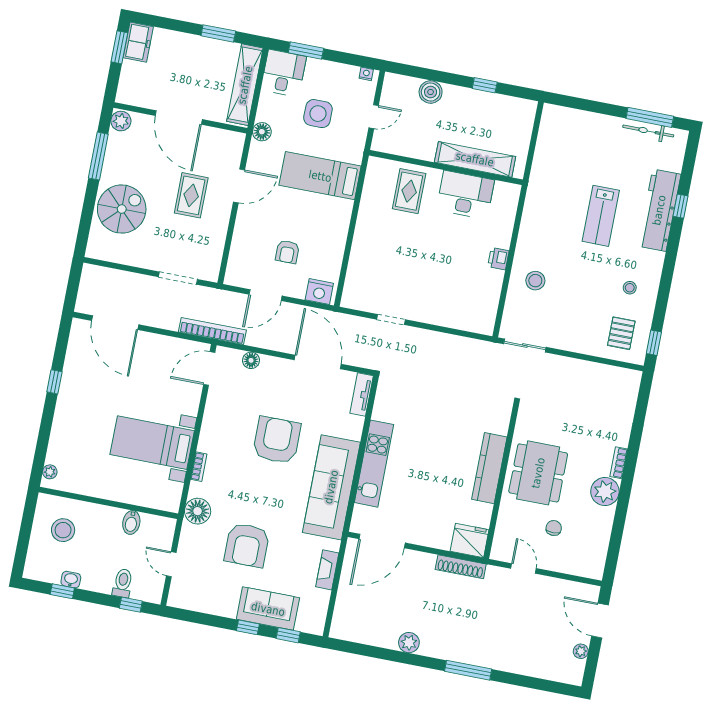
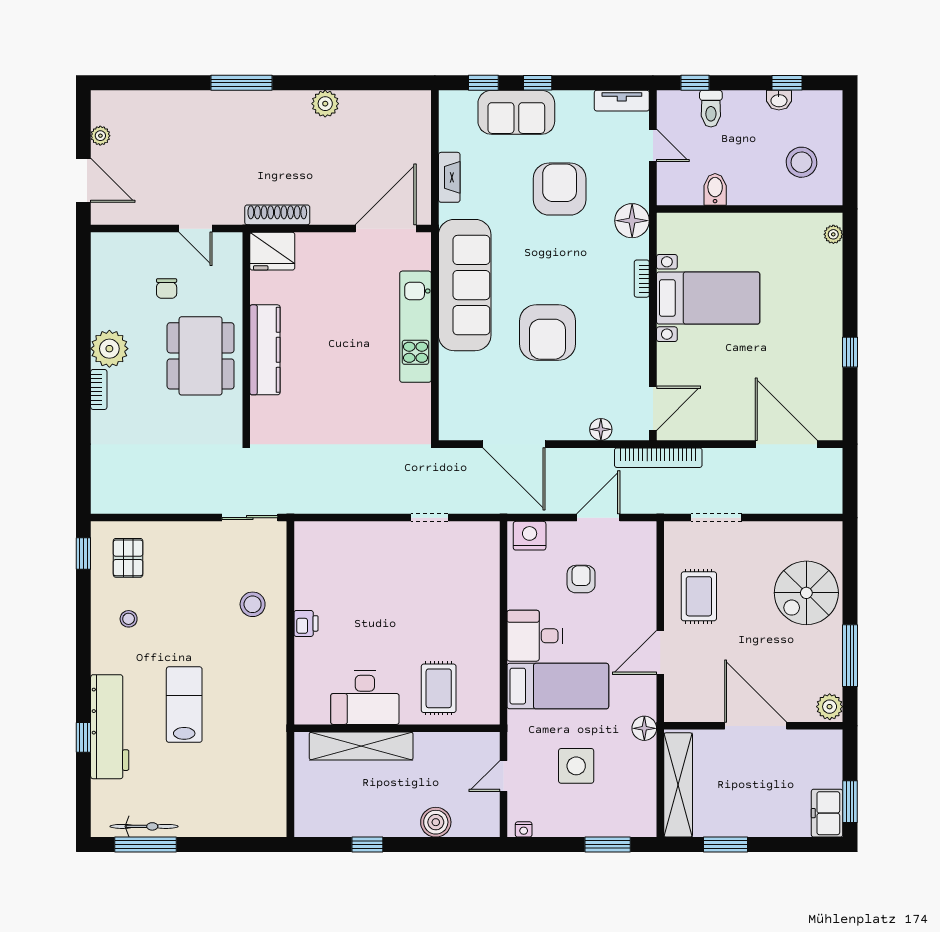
desk: (284, 73) -> (535, 636), moved, turned 90
rug: (191, 195) -> (699, 596), moved
tv unit: (362, 394) -> (622, 101), moved, turned 90

